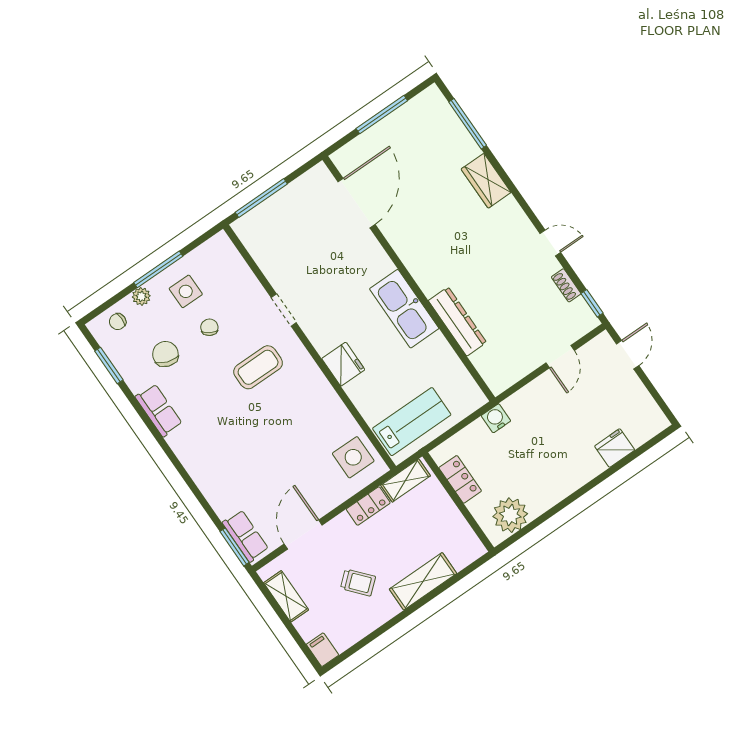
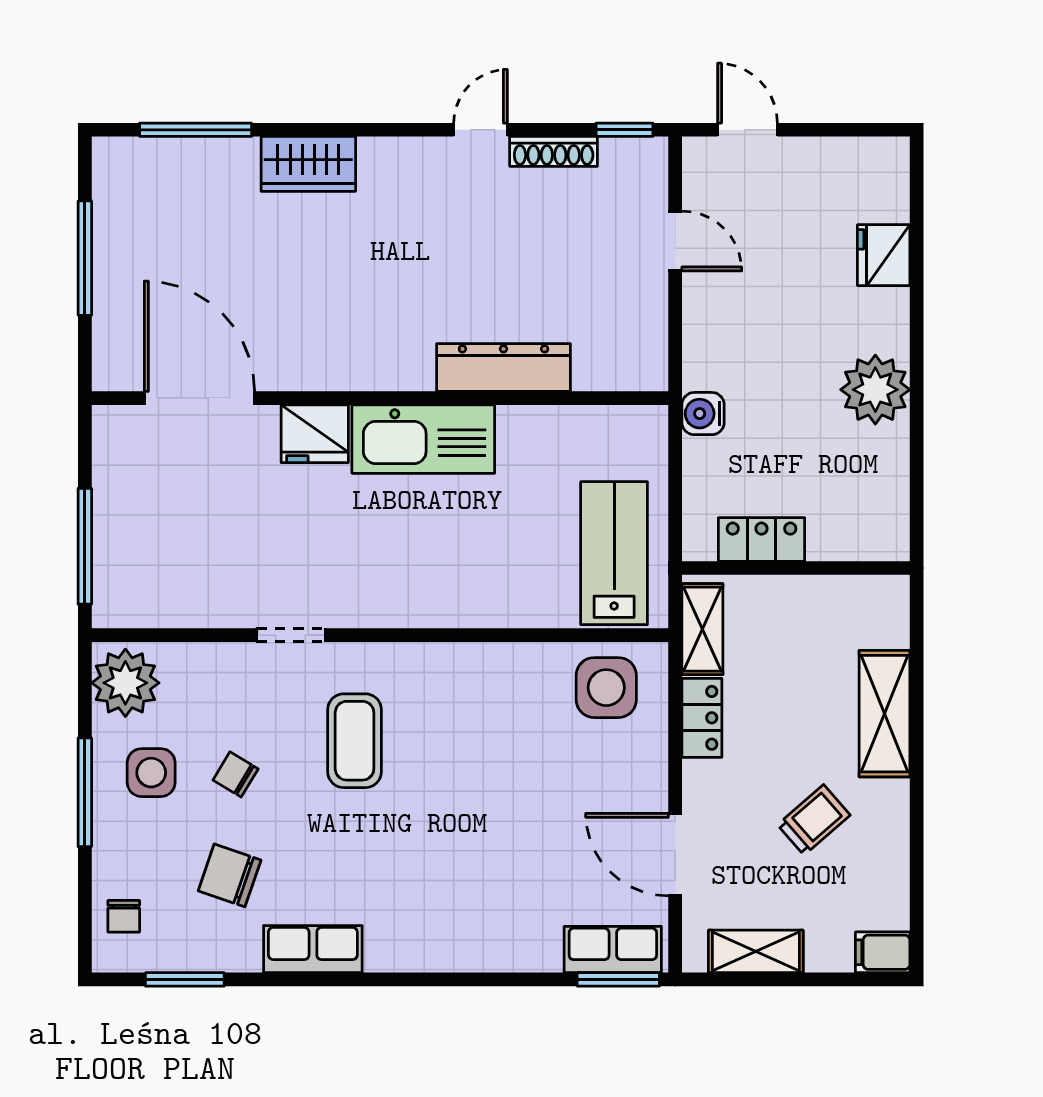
shoe rack: (566, 285) -> (554, 151), width x1.43
plant: (141, 296) -> (125, 683), moved, width x1.87, depth x1.87
fridge: (343, 364) -> (315, 434), moved, turned 180
plant: (510, 515) -> (875, 390), moved

